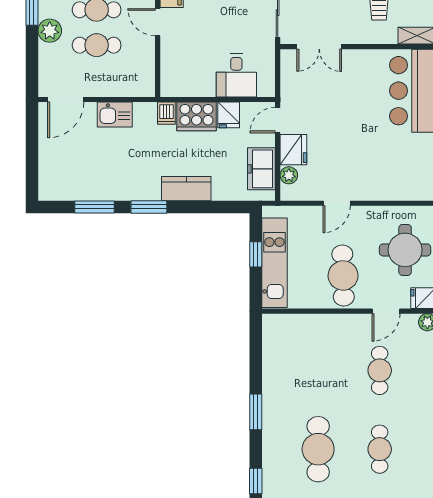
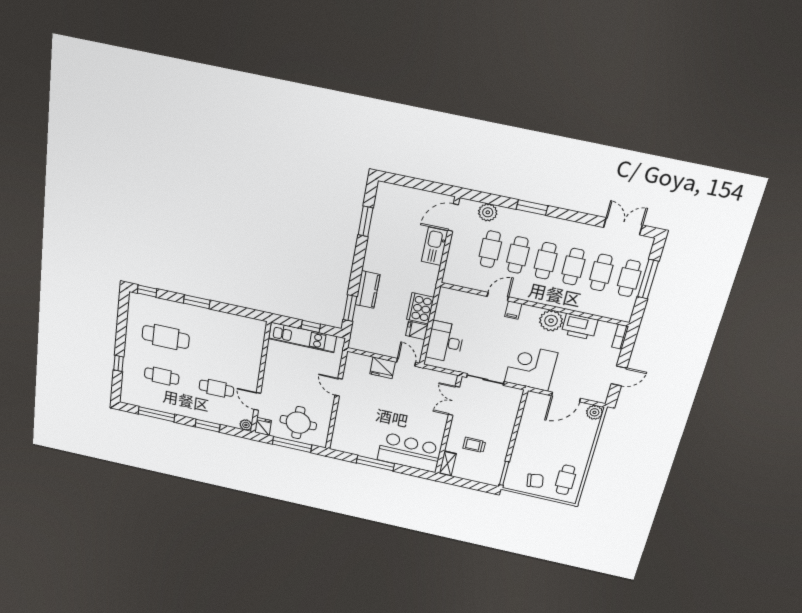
plant: (50, 31) -> (488, 212), moved
desk: (236, 75) -> (445, 342), width x1.37
door: (66, 100) -> (453, 218), hinge flipped
dishwasher: (166, 113) -> (427, 288), removed
kitchen sink: (115, 115) -> (435, 246), width x1.38
freezer: (261, 169) -> (373, 344), removed
plant: (289, 175) -> (364, 361), removed
window: (149, 207) -> (350, 308), moved
cafe table: (343, 275) -> (286, 380), removed

